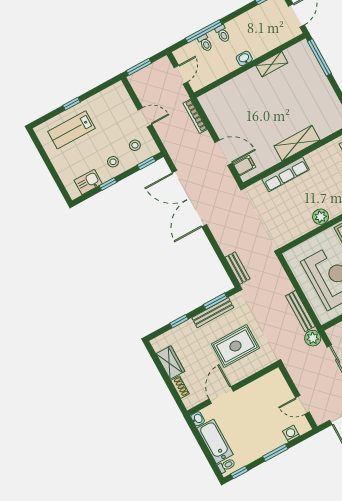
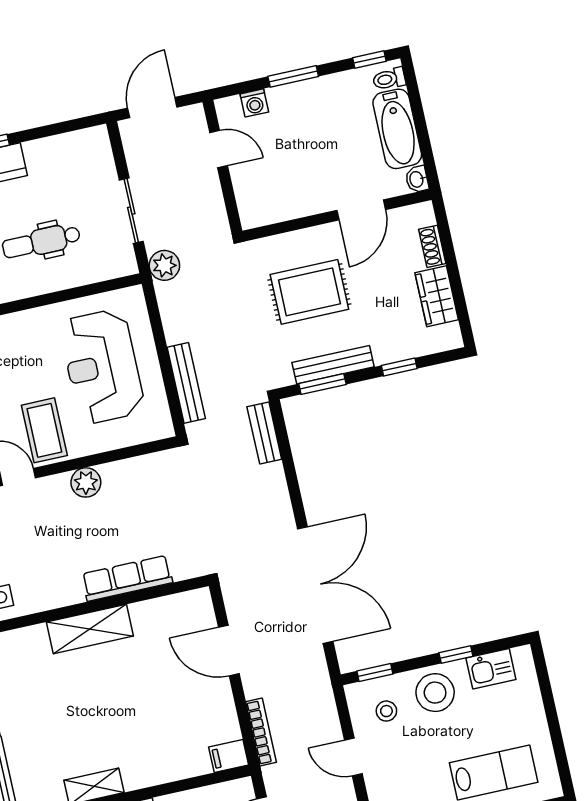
stool: (113, 162) -> (435, 693), width x1.89, depth x1.89
filing cabinet: (244, 166) -> (229, 756), moved
bench: (300, 311) -> (186, 383), moved

